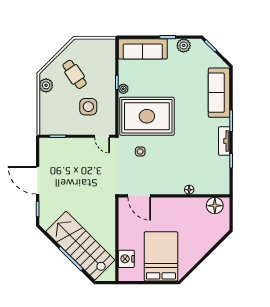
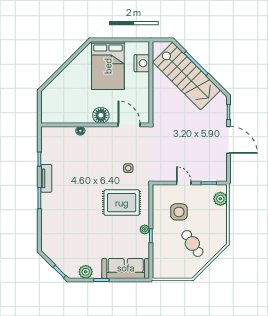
plant: (46, 85) -> (220, 199), moved
sofa: (219, 93) -> (51, 226), removed
rug: (147, 116) -> (122, 203), width x0.73, depth x0.69
door: (102, 136) -> (184, 183), moved
floor lamp: (215, 206) -> (101, 115), moved

